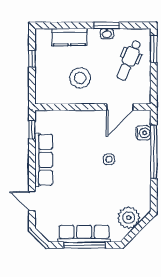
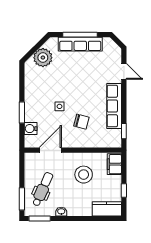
window: (106, 25) -> (40, 219), moved
kitchen counter: (69, 37) -> (107, 209), moved
filing cabinet: (43, 90) -> (114, 164), added
chair: (83, 141) -> (81, 122), added
window: (154, 152) -> (22, 113), width x0.47

